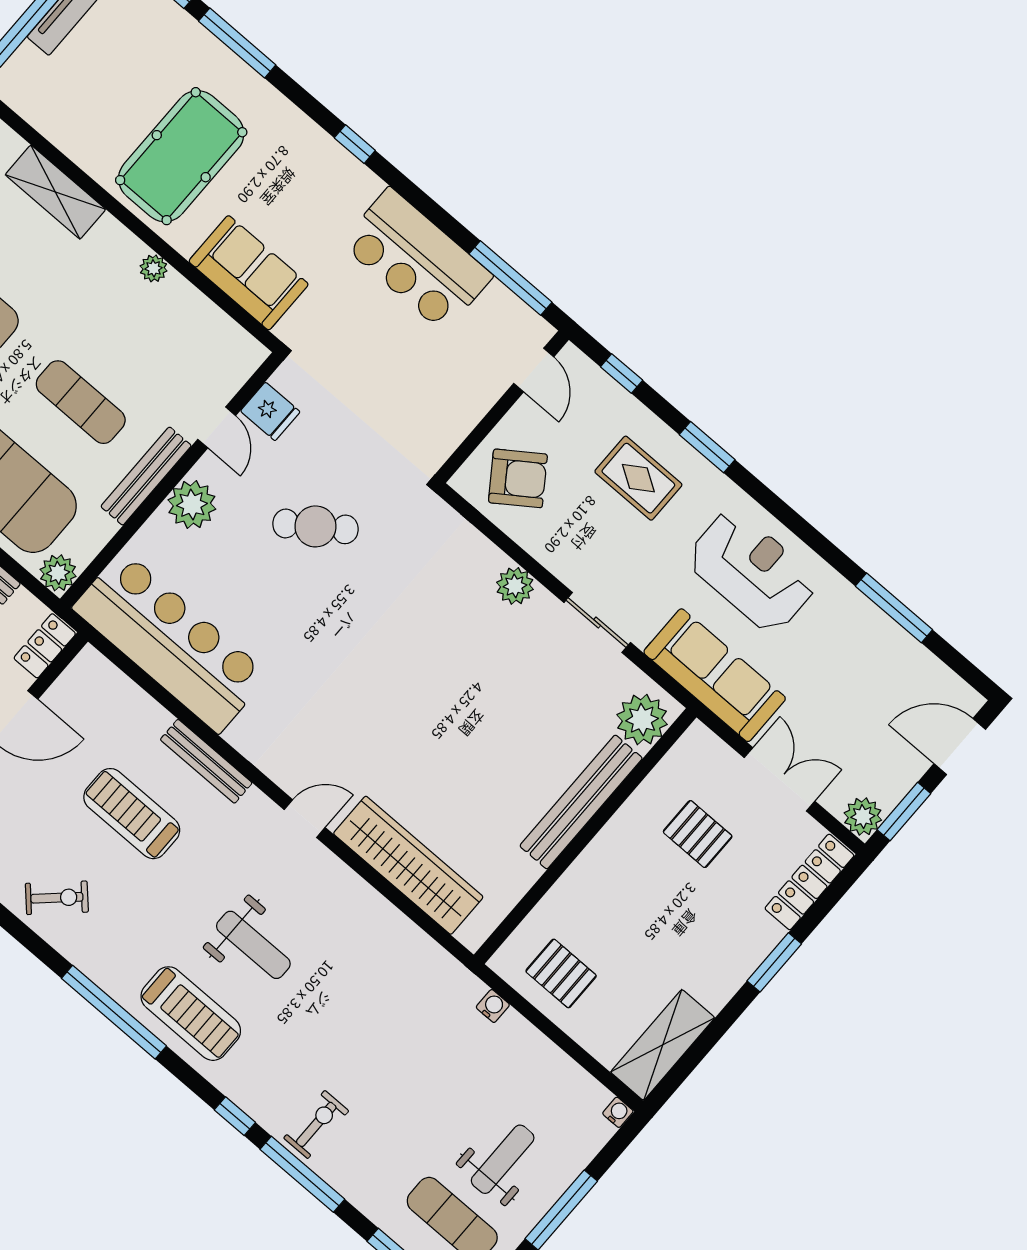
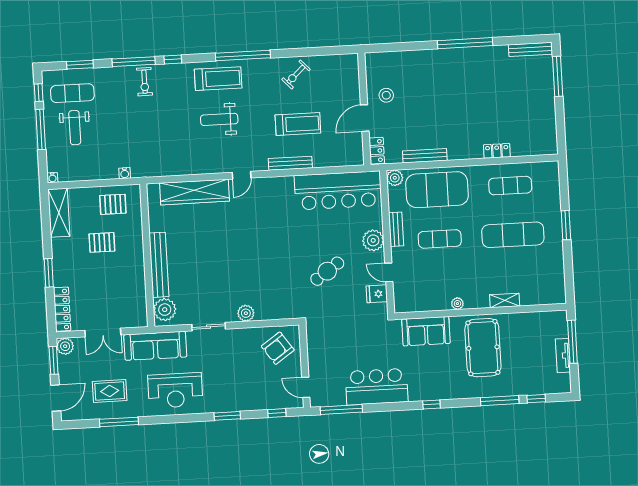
shelving: (55, 192) -> (505, 300), width x0.67, depth x0.75
bench: (146, 476) -> (396, 229), width x0.73
rug: (638, 478) -> (110, 391), moved
pallet: (698, 834) -> (102, 242), moved
treadmill: (191, 1014) -> (218, 79), turned 180

